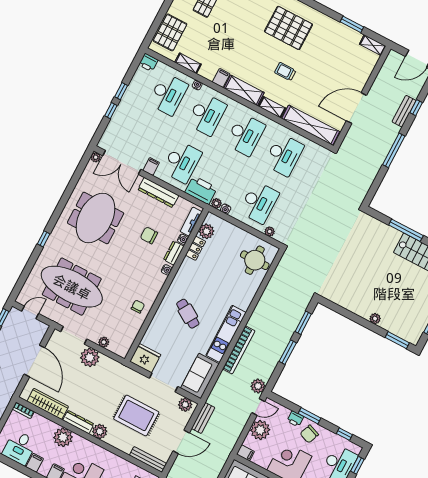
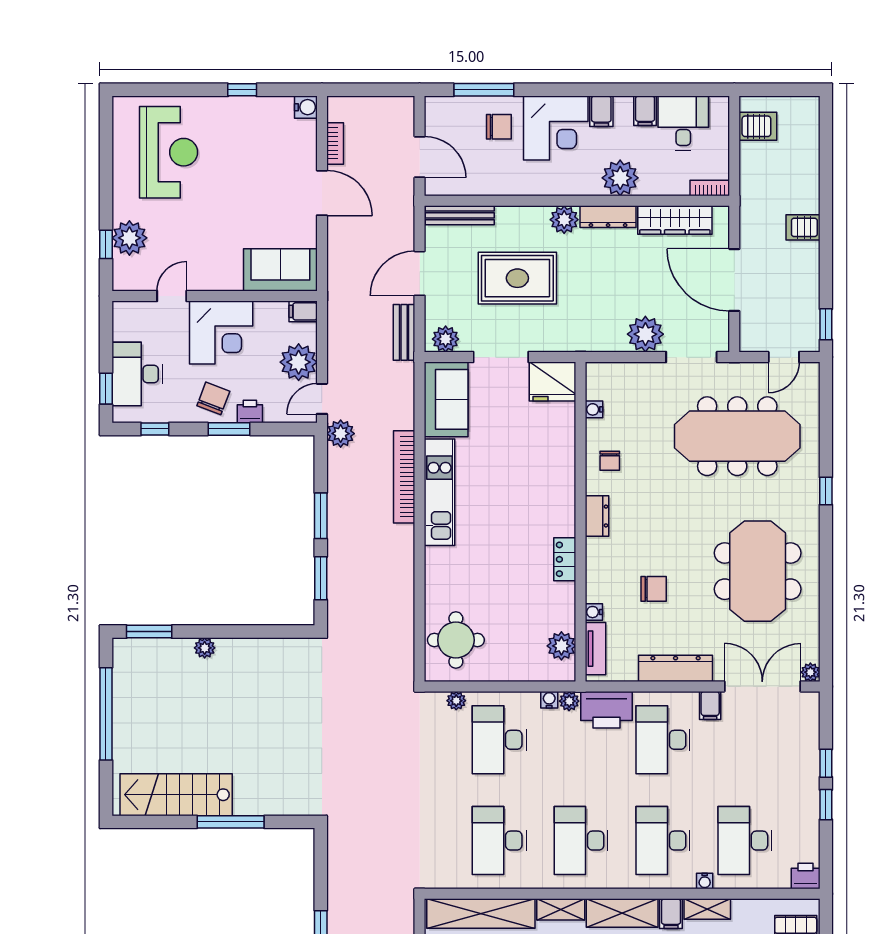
shelving: (188, 63) -> (707, 909), moved
locker: (196, 248) -> (565, 559), moved
dresser: (174, 253) -> (597, 516), moved
water cooler: (167, 270) -> (594, 409), moved
cafe table: (188, 314) -> (521, 493), removed
plant: (104, 342) -> (636, 372), removed

